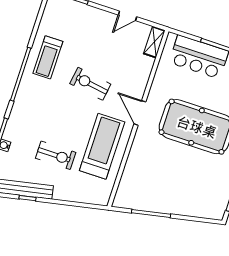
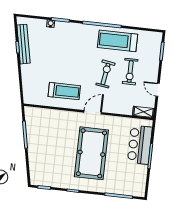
treadmill: (48, 57) -> (118, 41), width x1.37, depth x1.38
treadmill: (102, 146) -> (64, 91), width x0.73, depth x0.73
exercise bike: (56, 155) -> (130, 72), moved

